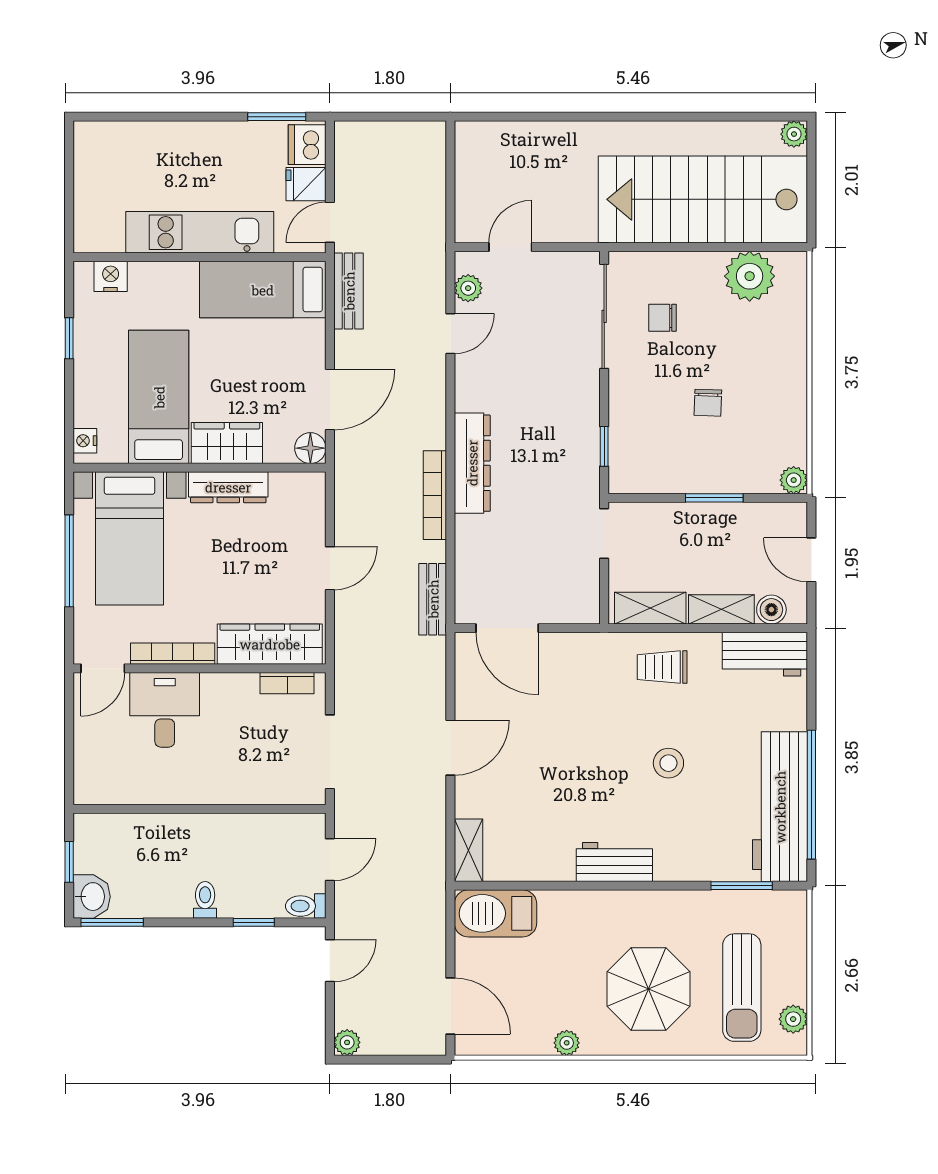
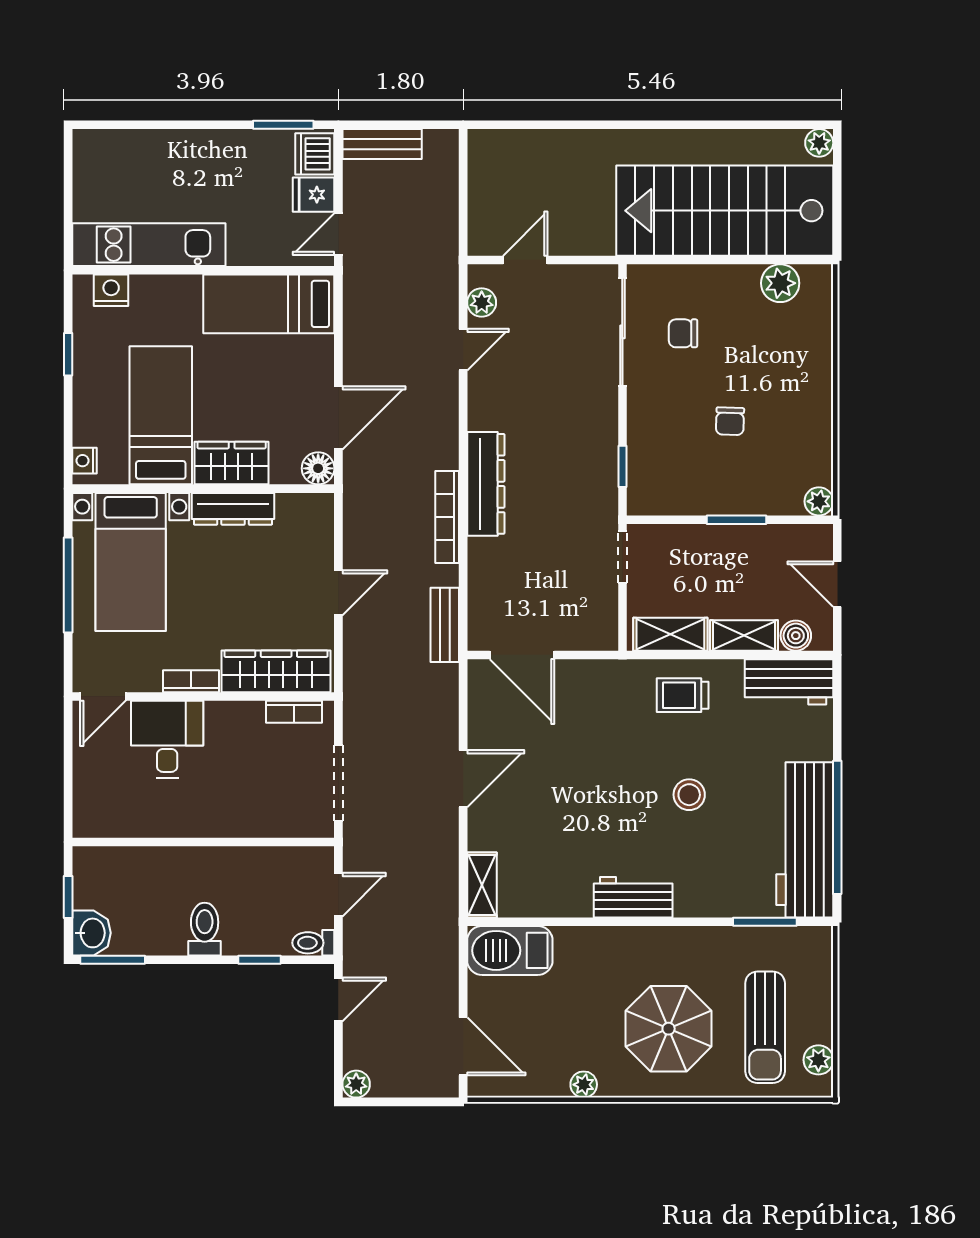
kitchen unit: (200, 232) -> (149, 245), moved
plant: (750, 276) -> (780, 283), width x0.73, depth x0.73
bench: (349, 291) -> (382, 144), moved, turned 90
bookcase: (173, 654) -> (191, 681), width x0.64
toilet: (205, 900) -> (205, 929), width x1.37, depth x1.39

